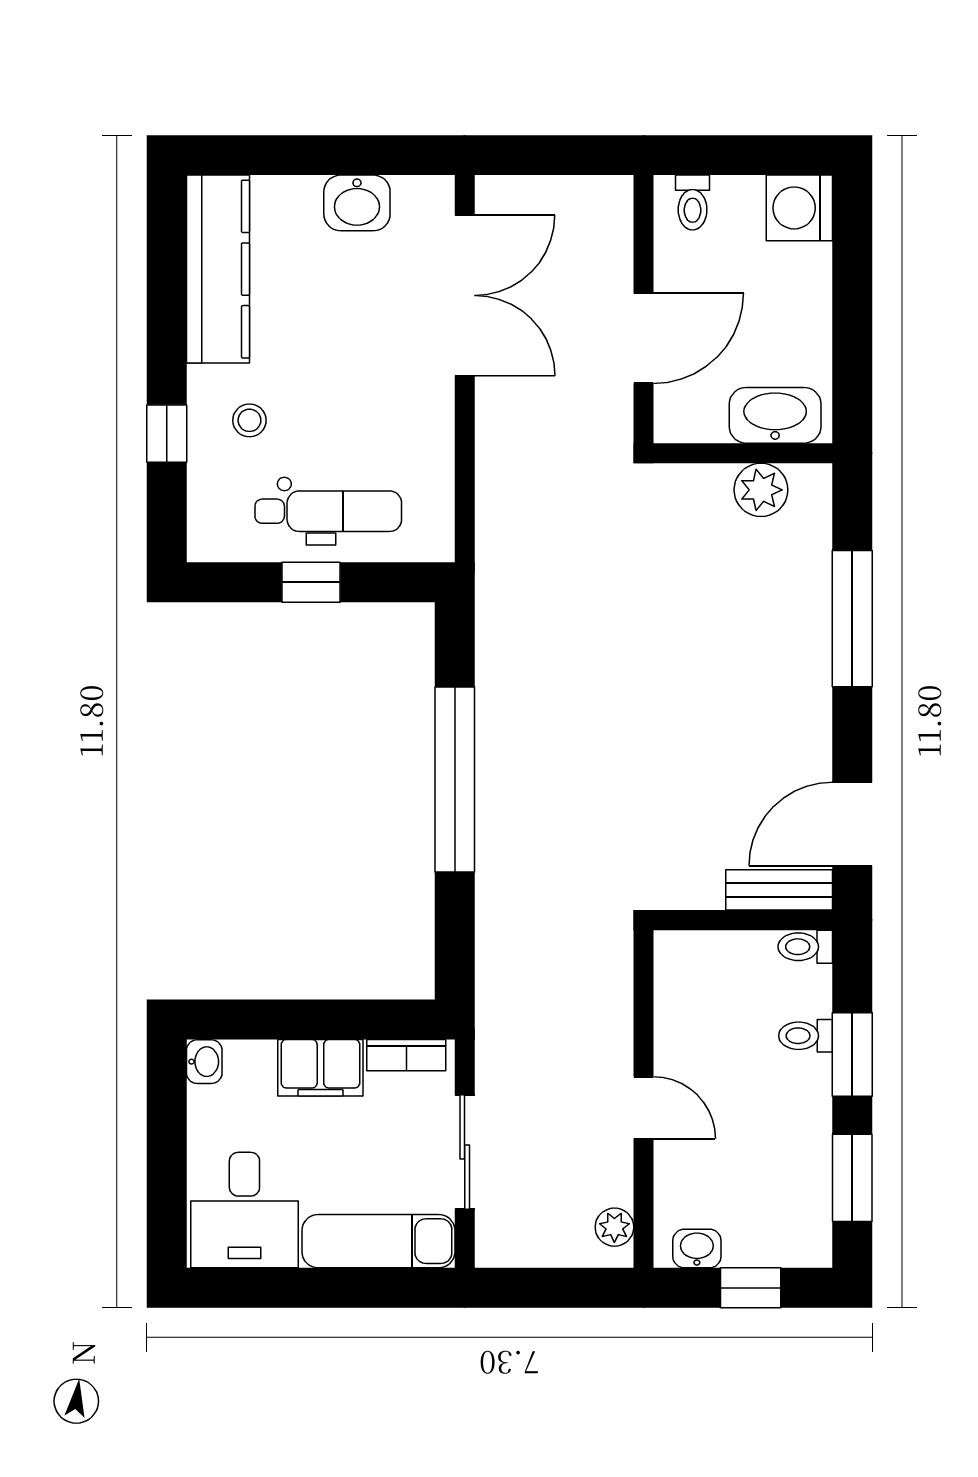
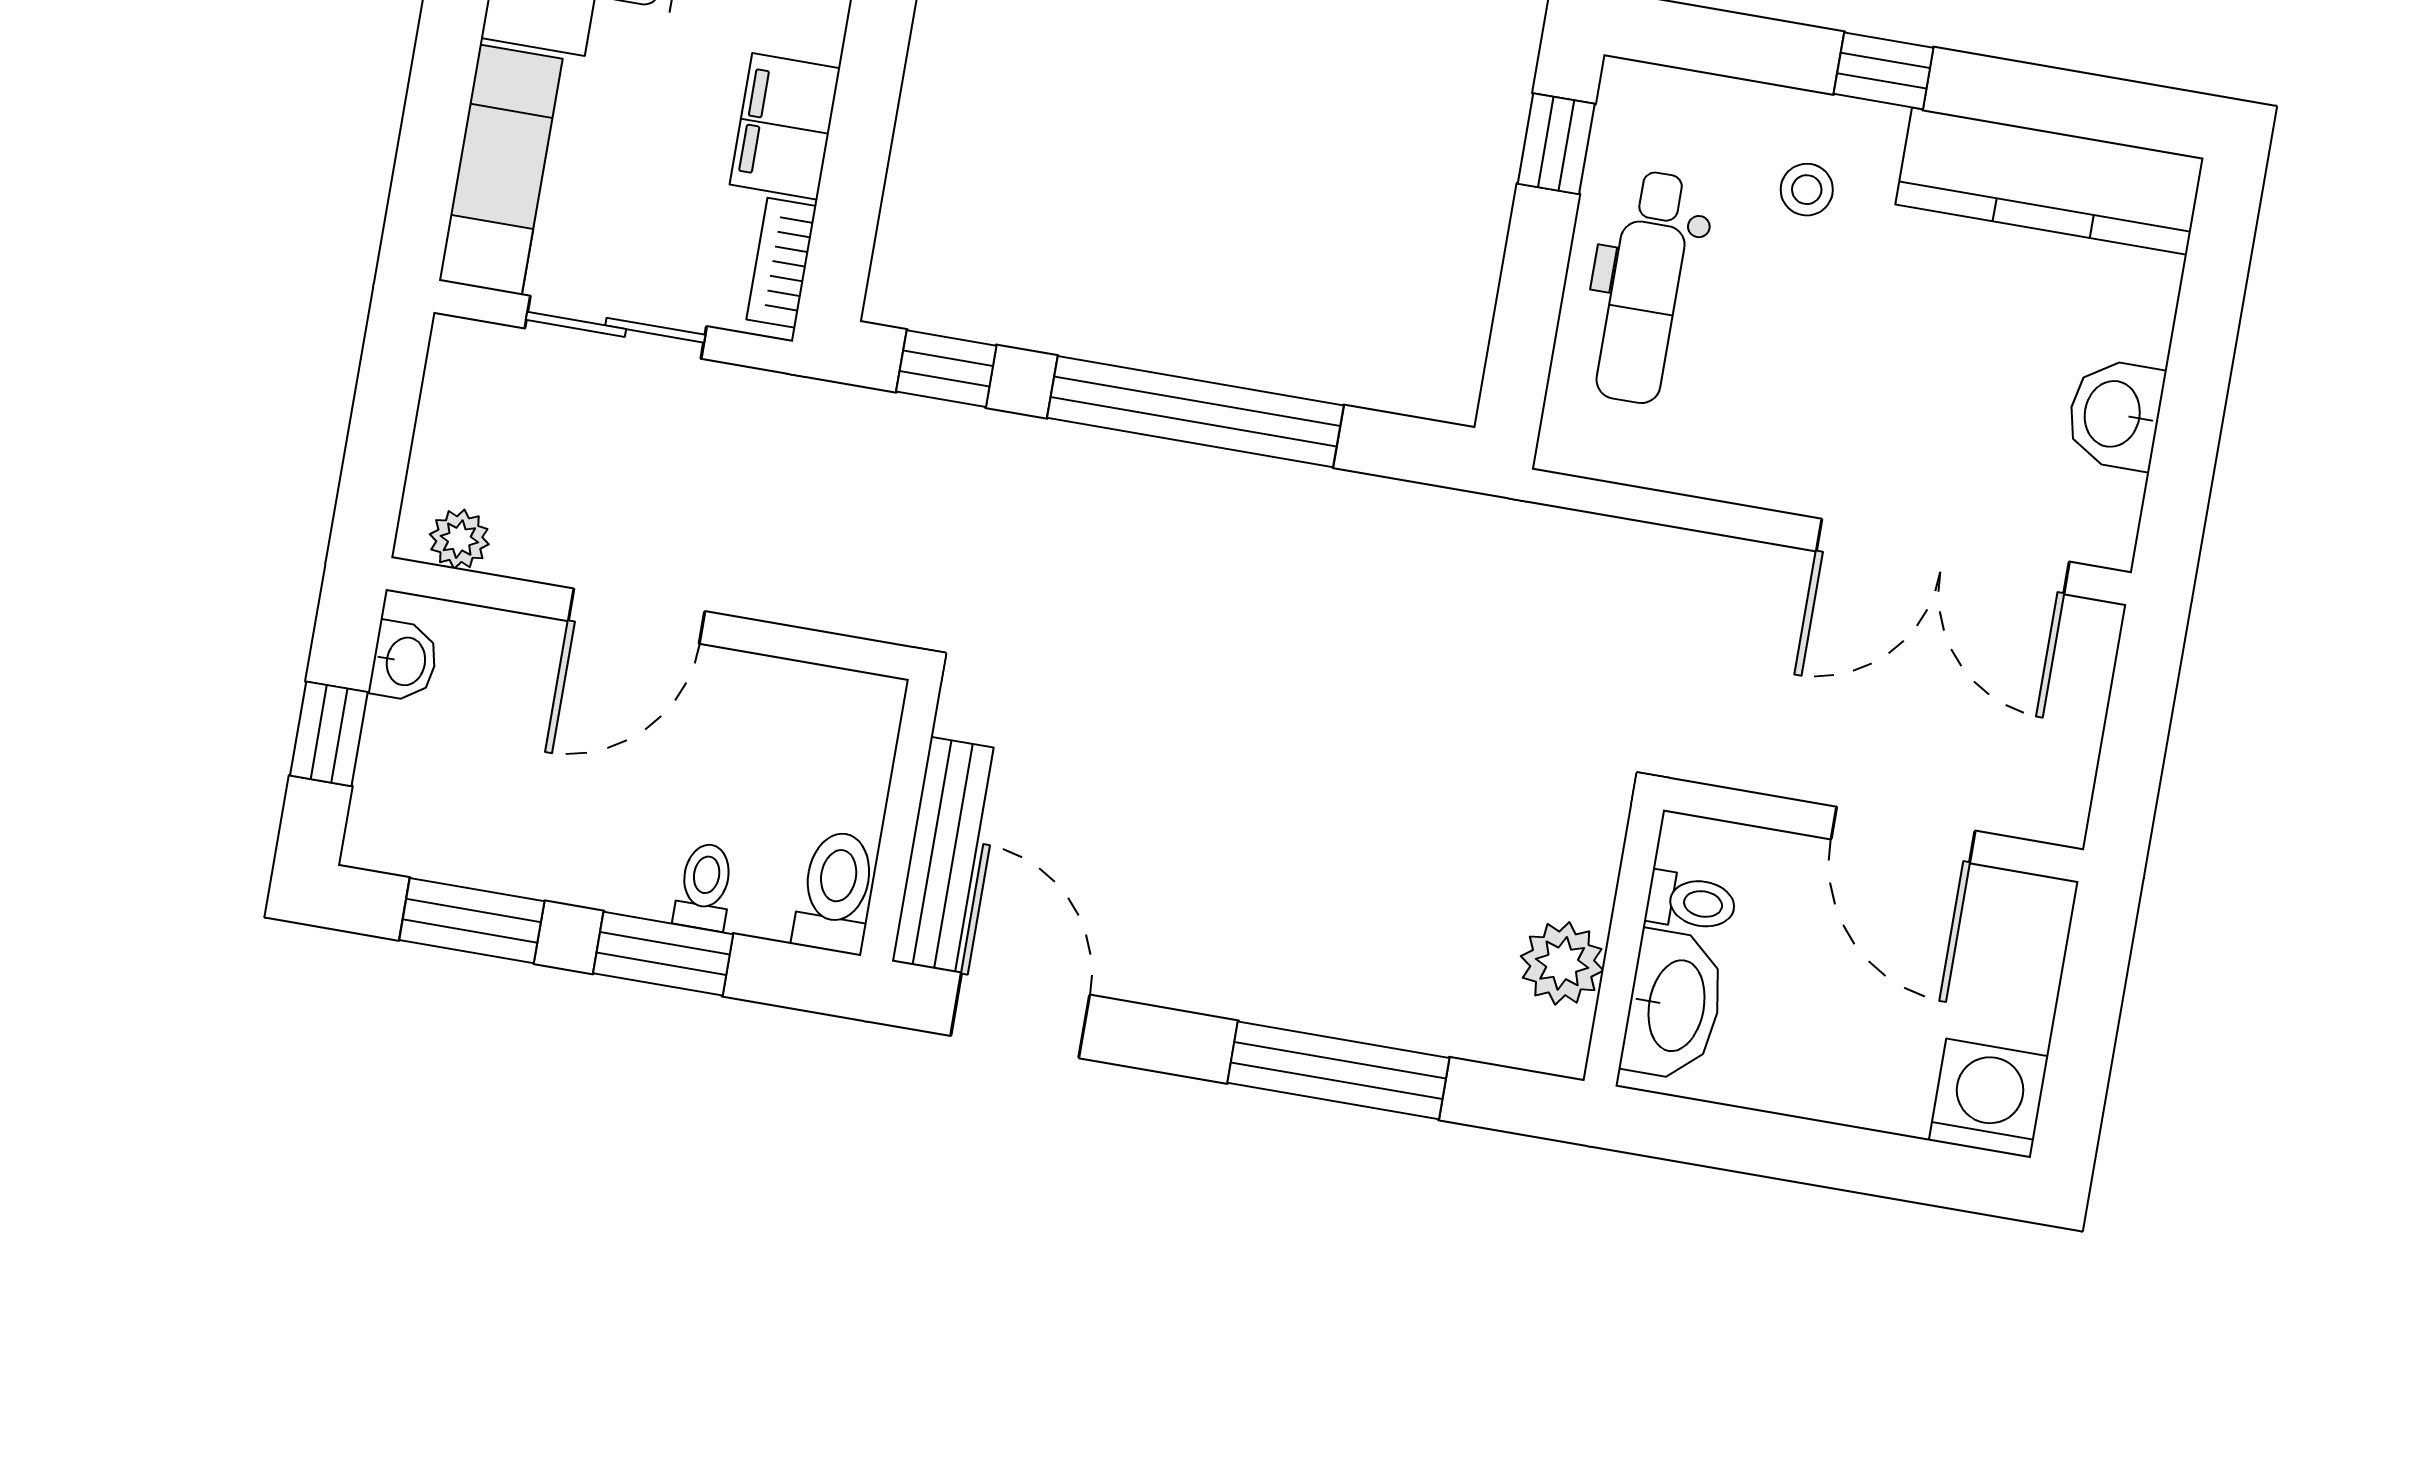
toilet: (693, 203) -> (1691, 902), moved, turned 180
door: (644, 338) -> (1903, 835), moved
window: (167, 434) -> (1884, 71), moved
window: (311, 582) -> (1556, 144), moved
bench: (779, 890) -> (943, 854), width x1.36
window: (455, 940) -> (946, 369), added
toilet: (805, 947) -> (836, 892), width x1.37, depth x1.39
door: (644, 1108) -> (636, 616), width x1.38

